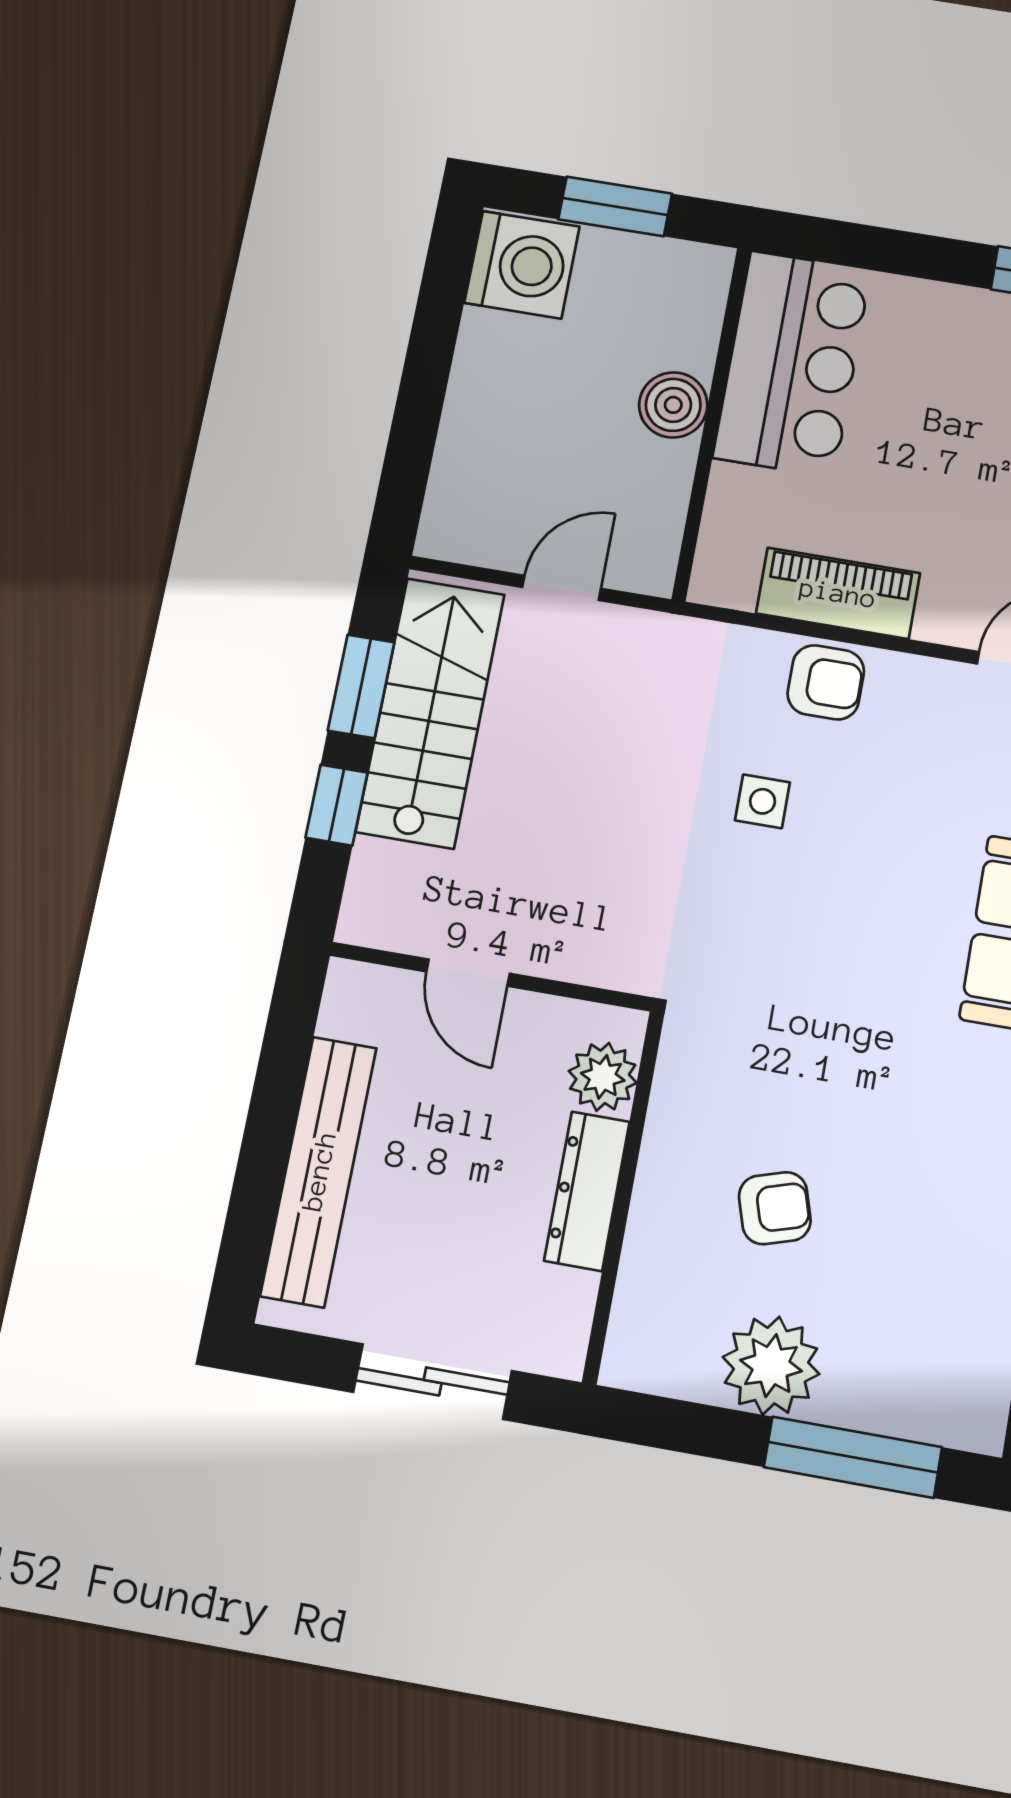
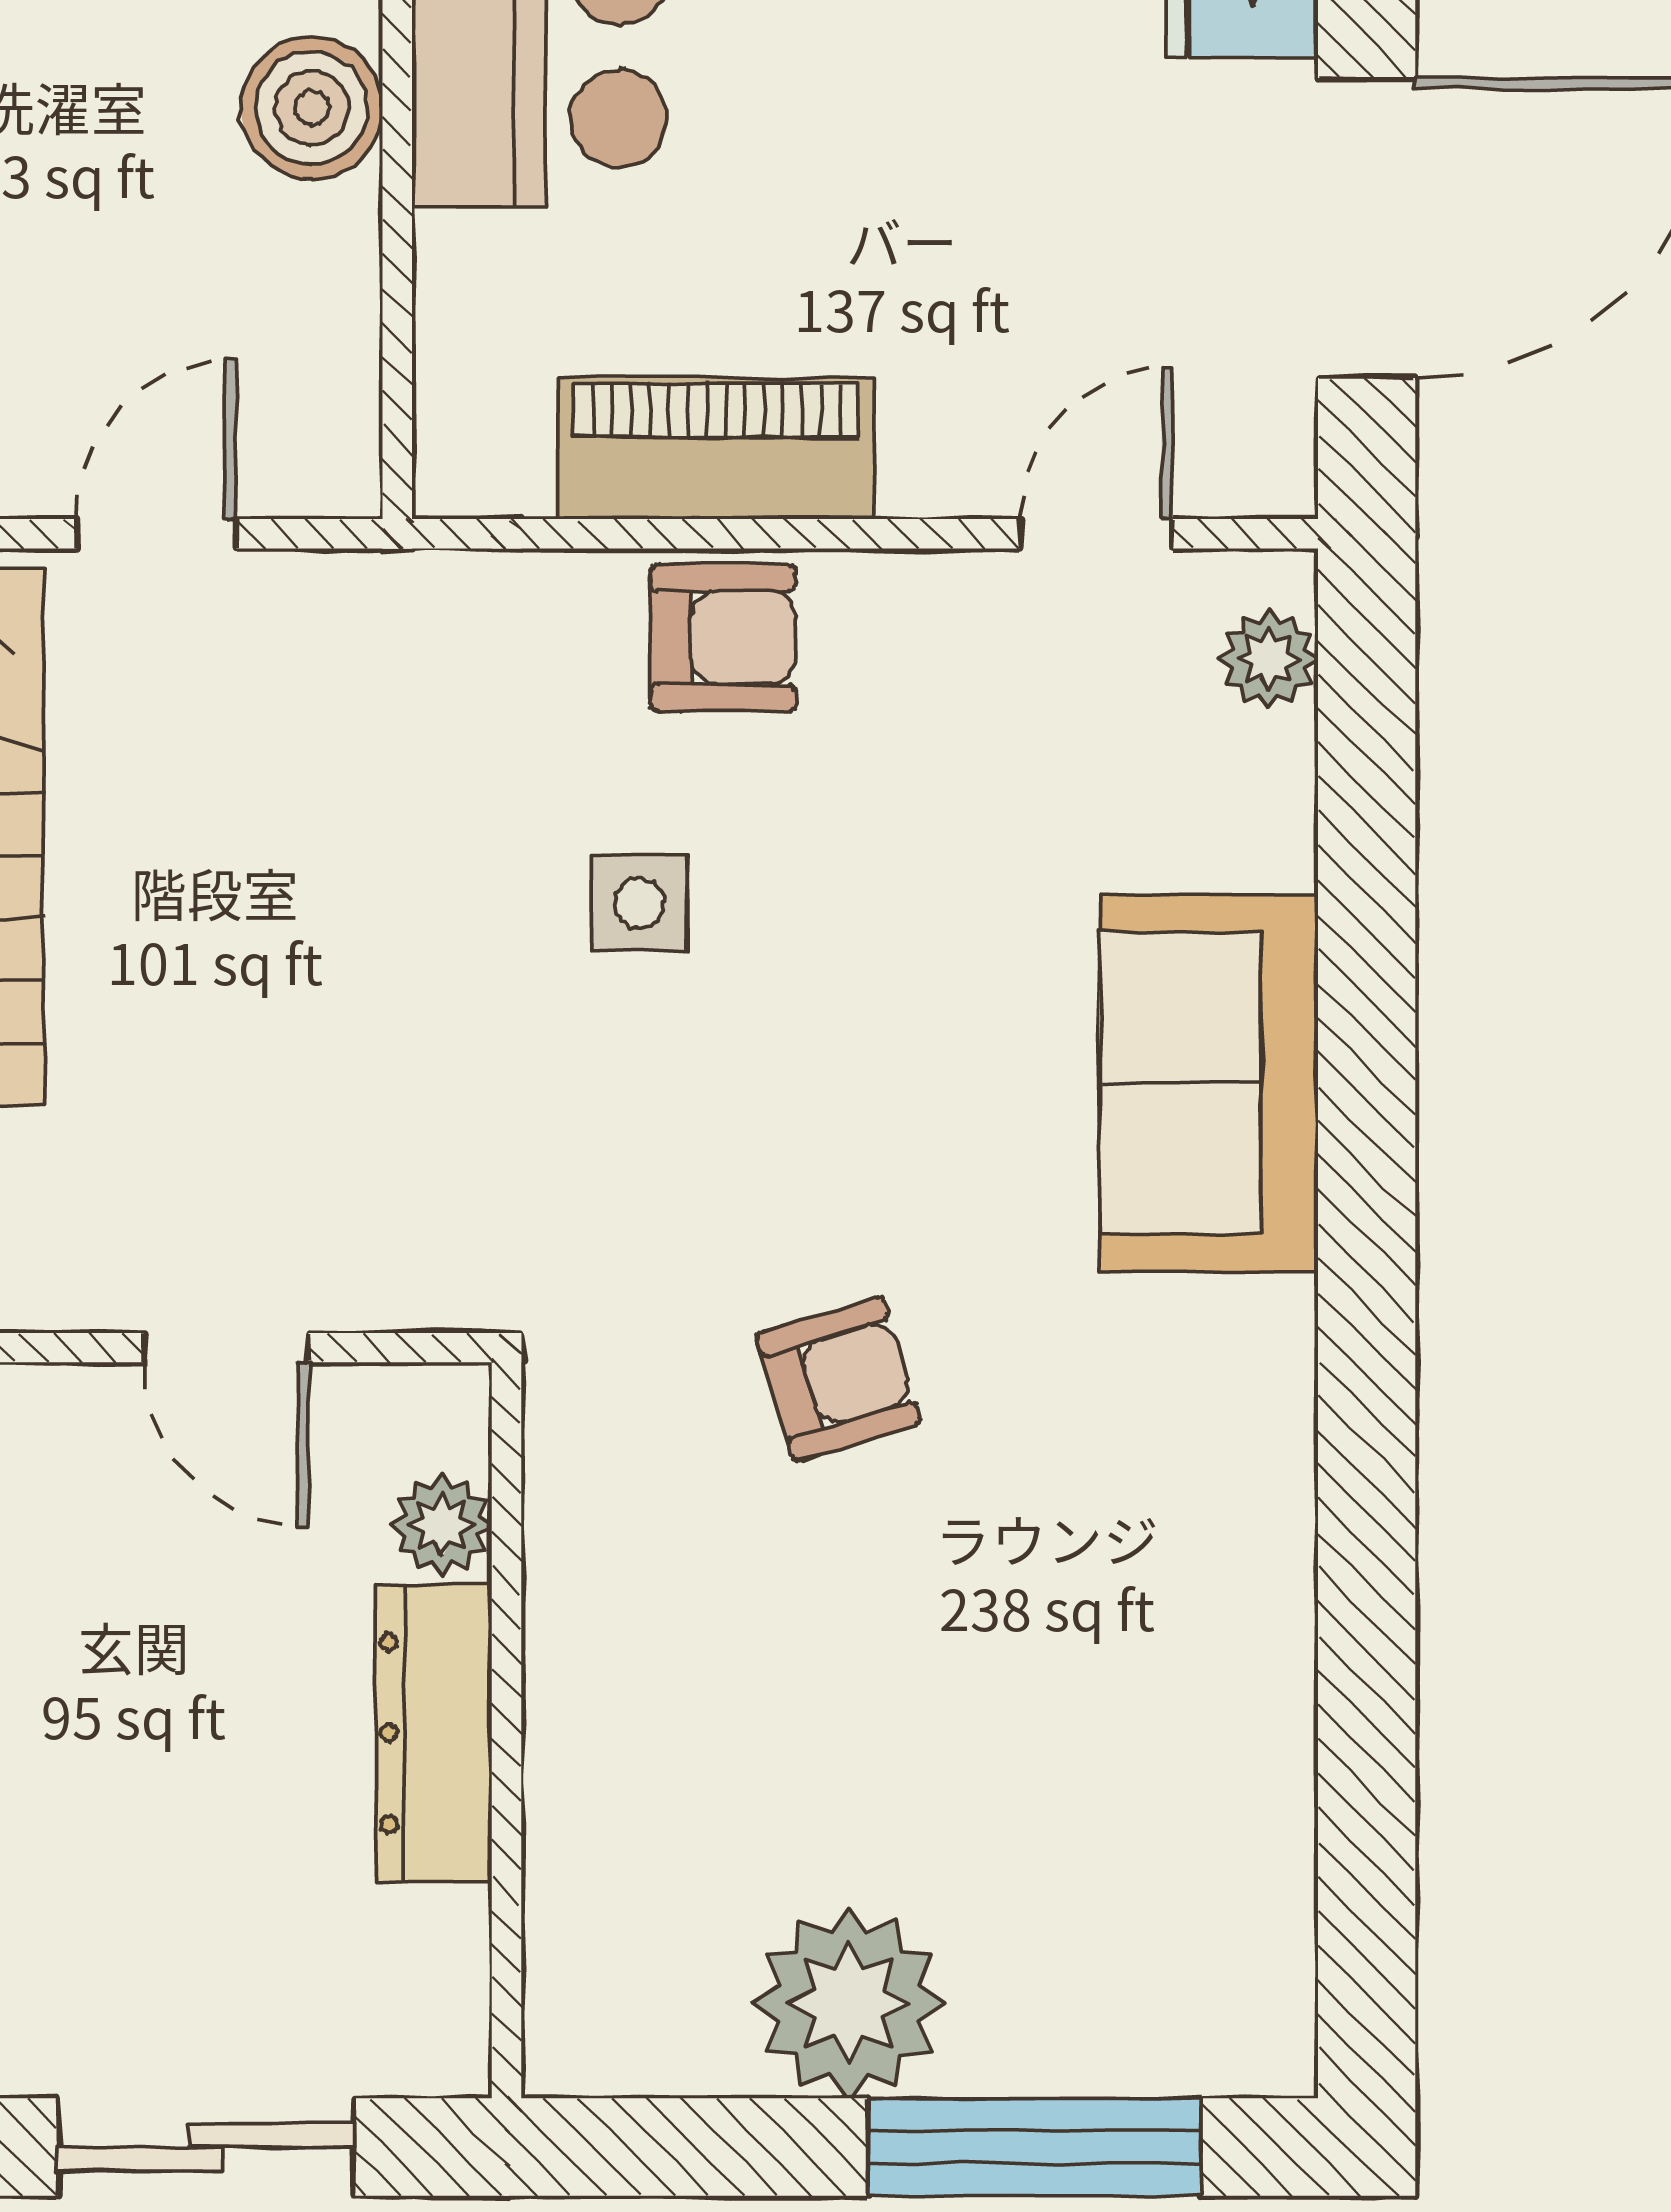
door: (468, 973) -> (226, 1348), moved
plant: (603, 1077) -> (442, 1525), width x0.73, depth x0.73
armchair: (775, 1208) -> (838, 1379), moved

